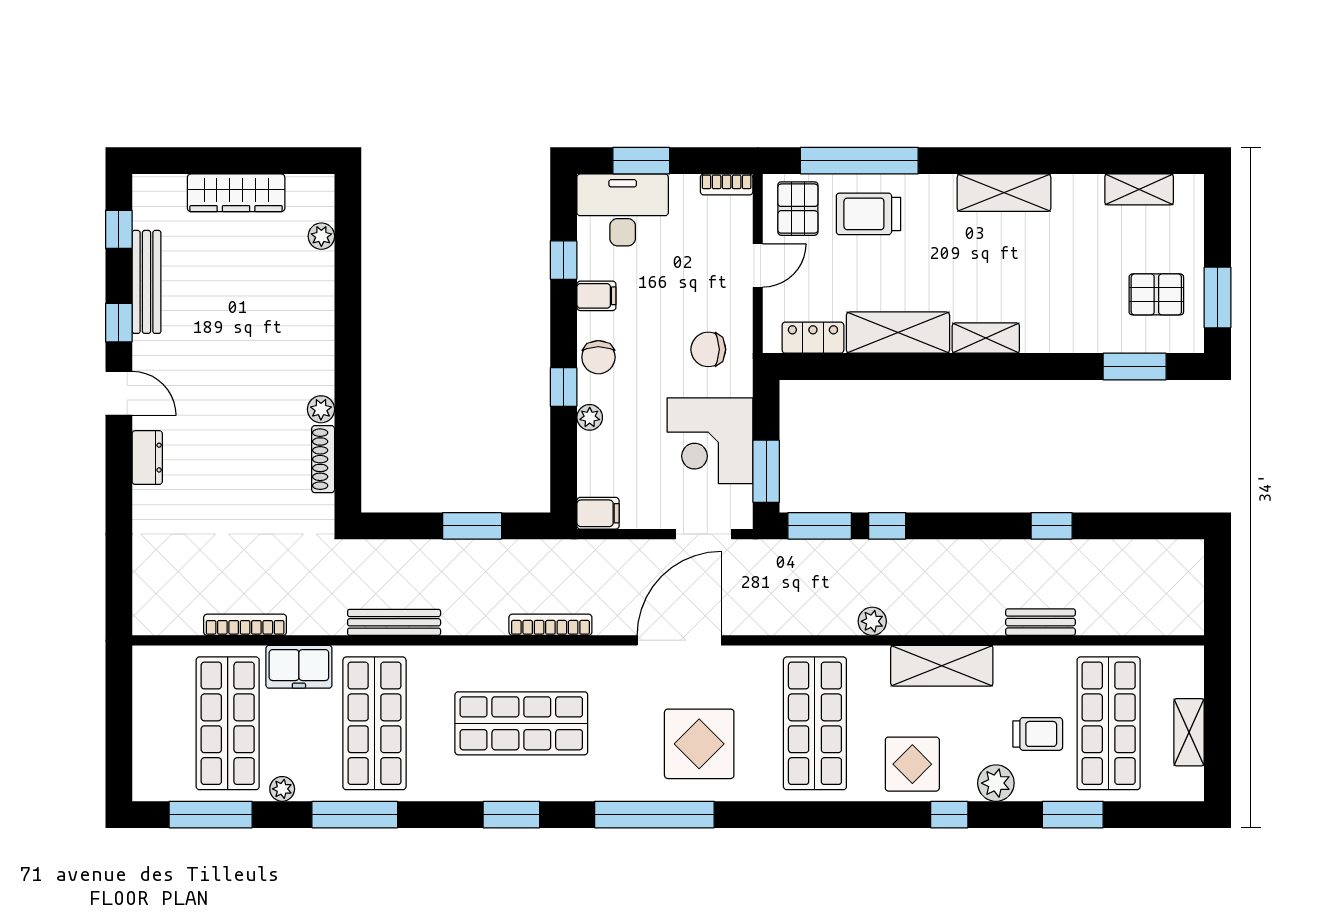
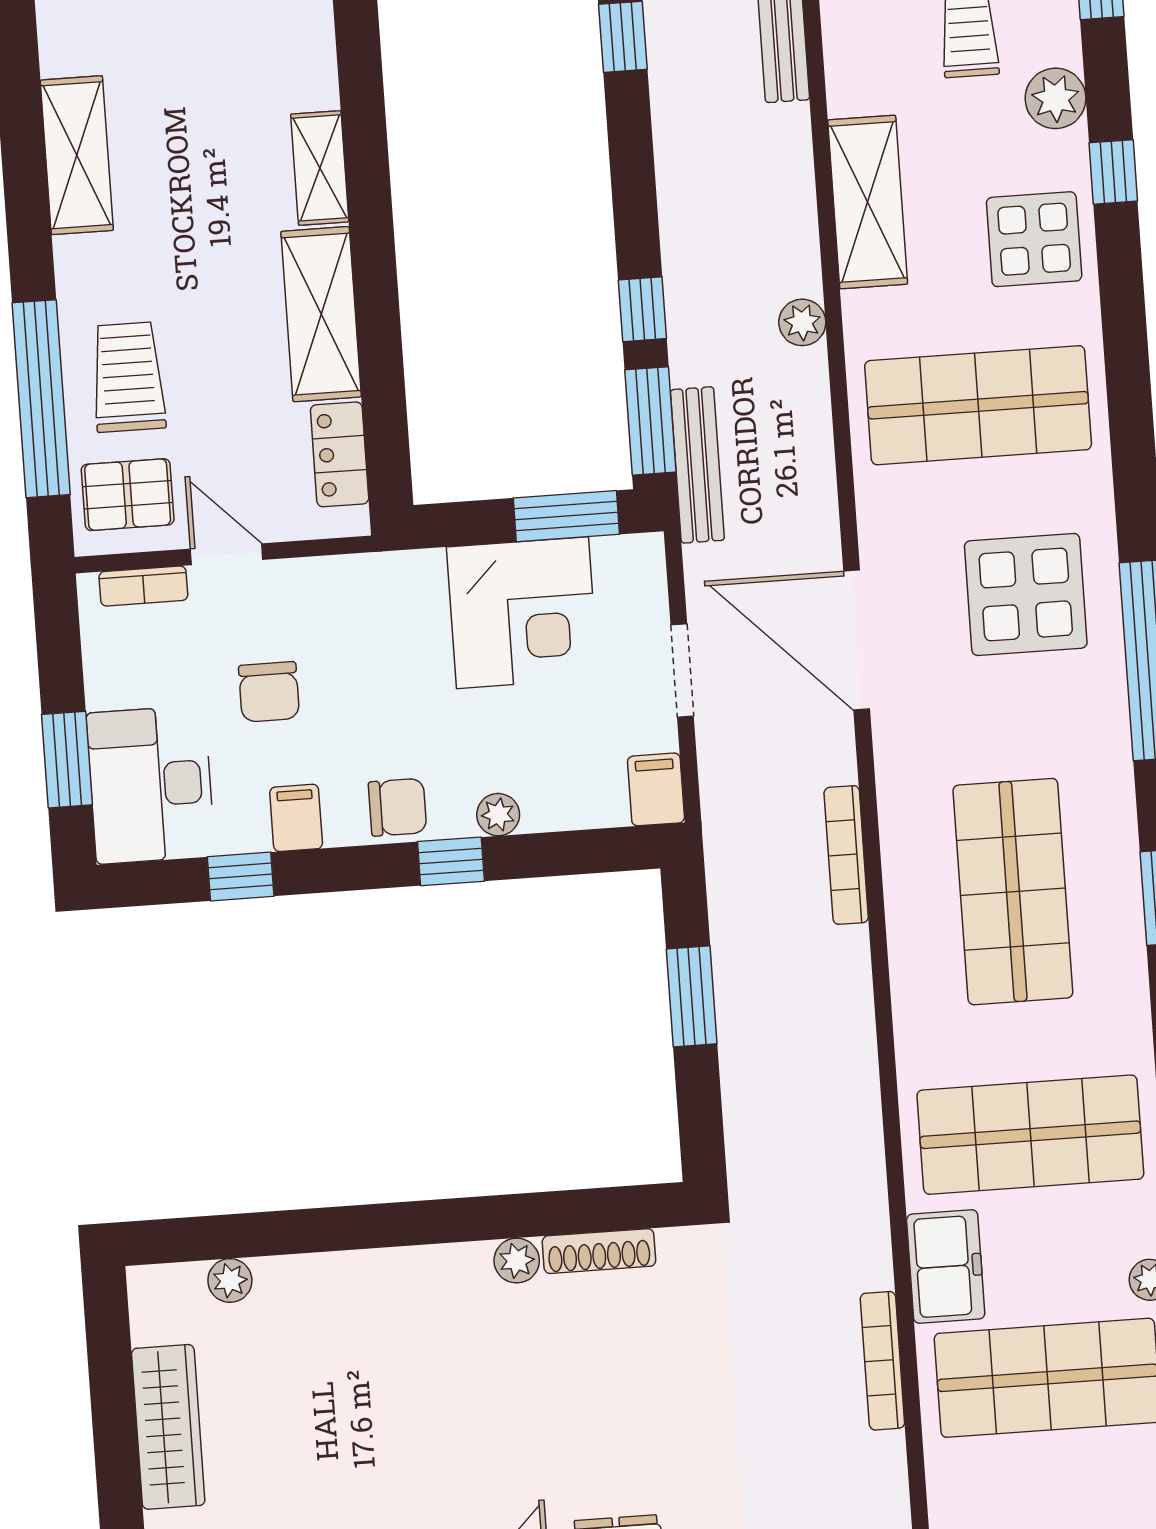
bookcase: (727, 184) -> (143, 586), moved, turned 90
trolley: (868, 214) -> (128, 377), turned 180
chair: (708, 349) -> (269, 692), moved
doorway: (704, 534) -> (682, 671), moved
bench: (394, 622) -> (697, 465), moved

